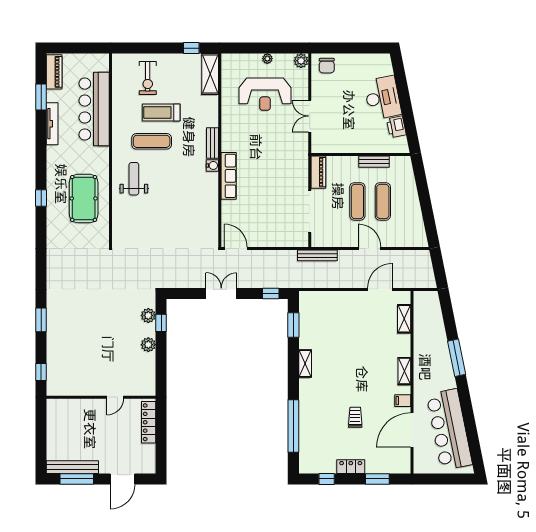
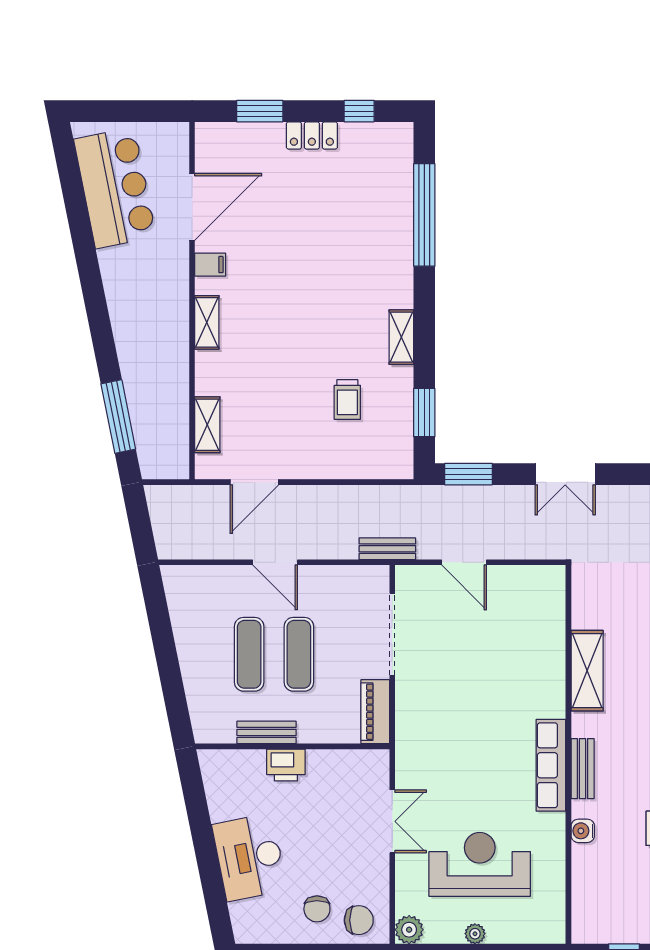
chair: (327, 66) -> (359, 920), turned 90
chair: (348, 71) -> (317, 909), added
shelving: (210, 74) -> (587, 671), moved
printer: (396, 127) -> (286, 765), moved, turned 101
water cooler: (212, 165) -> (583, 831), moved
row of seats: (229, 176) -> (551, 765), moved
door: (236, 249) -> (464, 562), moved
bench: (317, 255) -> (387, 549), width x0.73
window: (271, 294) -> (468, 474), width x1.50
window: (457, 358) -> (118, 416), moved
trolley: (355, 417) -> (347, 400), moved
bar counter: (449, 430) -> (115, 188), width x0.73

